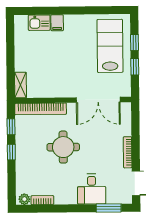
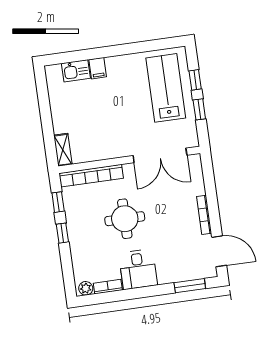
desk: (92, 189) -> (138, 269), moved

